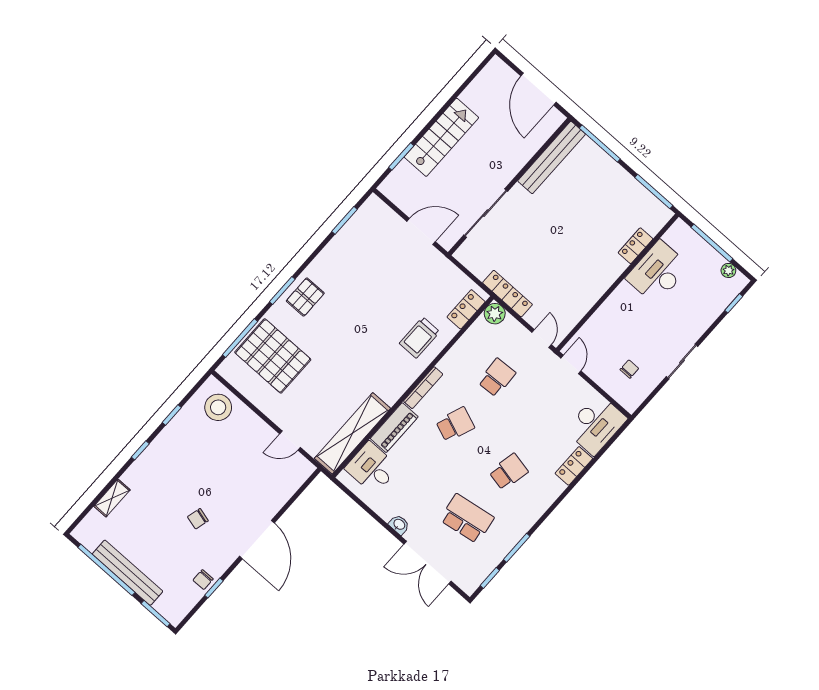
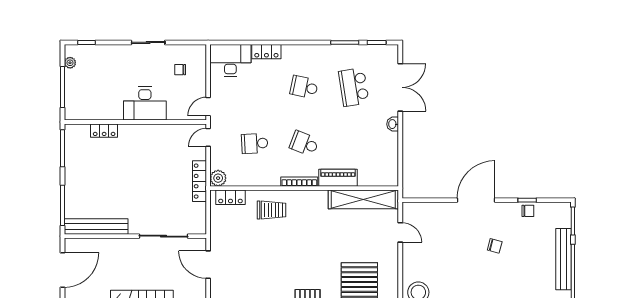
desk: (658, 272) -> (145, 104), moved
desk: (372, 468) -> (374, 170), removed

